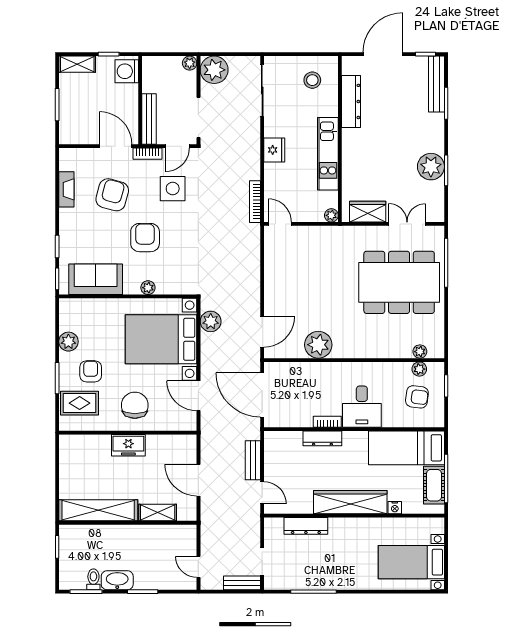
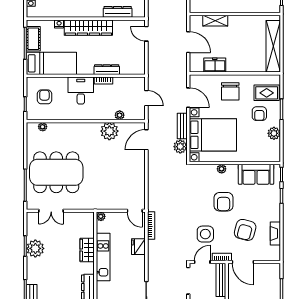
fridge: (274, 150) -> (138, 247), moved
wardrobe: (368, 212) -> (87, 250), moved, turned 90
plant: (419, 369) -> (120, 115), moved
door: (262, 395) -> (146, 98), width x0.53
armchair: (417, 397) -> (44, 97), turned 83
freezer: (128, 445) -> (215, 65), moved
bench: (253, 460) -> (182, 126), moved
shelving: (98, 510) -> (273, 46), moved, turned 90

